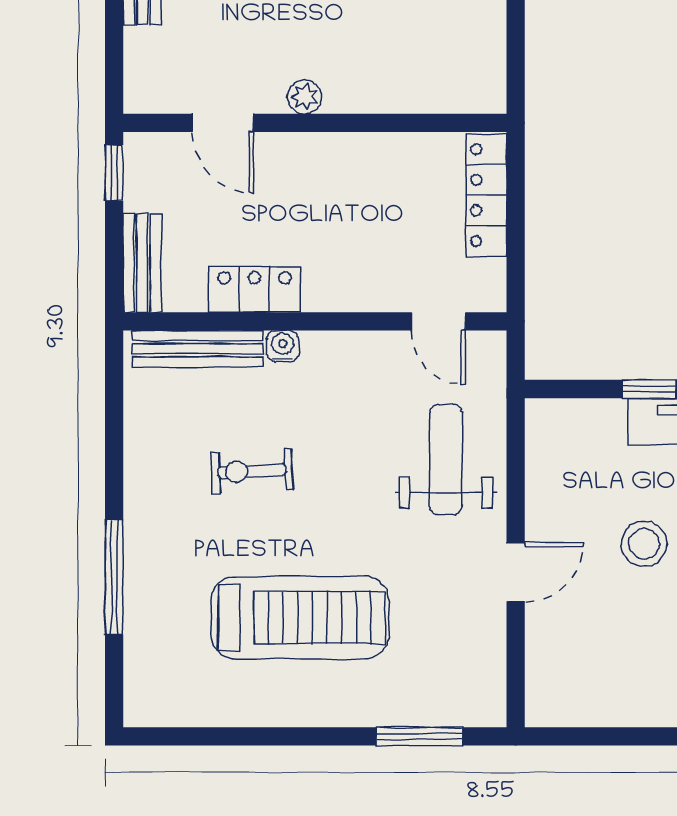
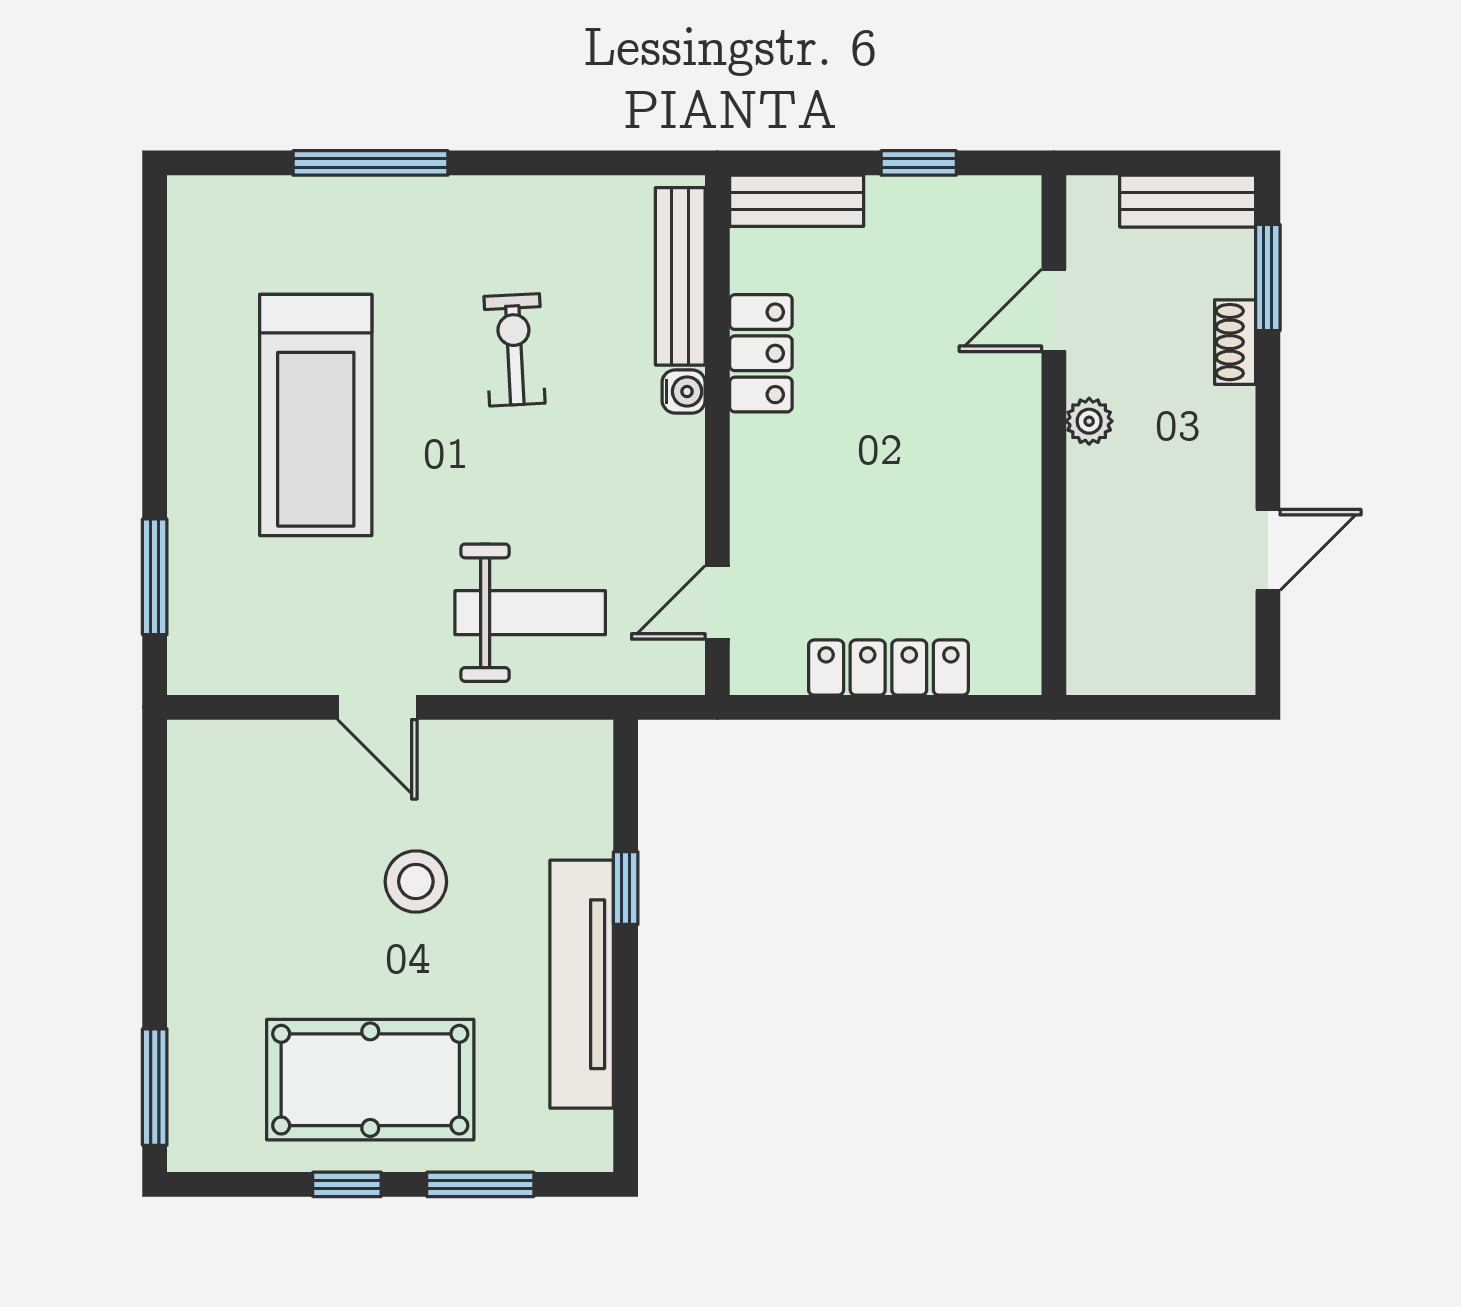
plant: (305, 97) -> (1089, 421), moved
door: (223, 123) -> (1054, 310), moved
wall: (315, 123) -> (1054, 435), moved

